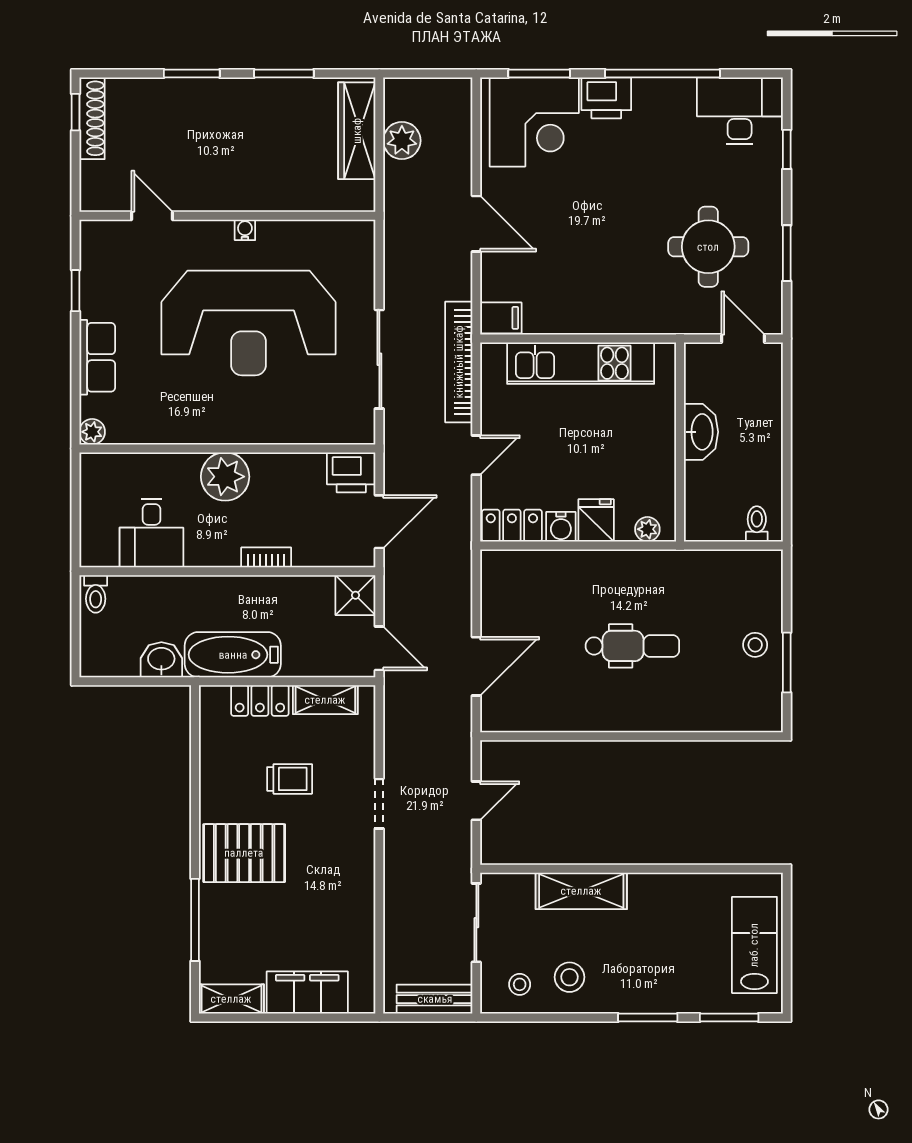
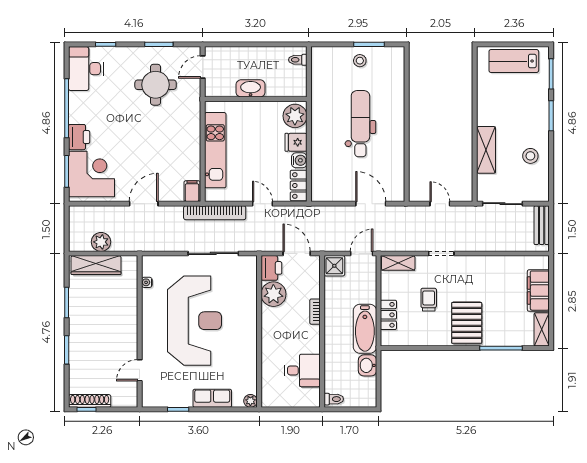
water cooler: (245, 230) -> (147, 282), moved
plant: (225, 477) -> (273, 294), moved
plant: (647, 529) -> (295, 116), width x1.88, depth x1.88
dental chair: (632, 646) -> (360, 124), width x1.36, depth x1.38
shelving: (325, 700) -> (398, 263), moved, turned 90
stool: (520, 984) -> (534, 182), removed

